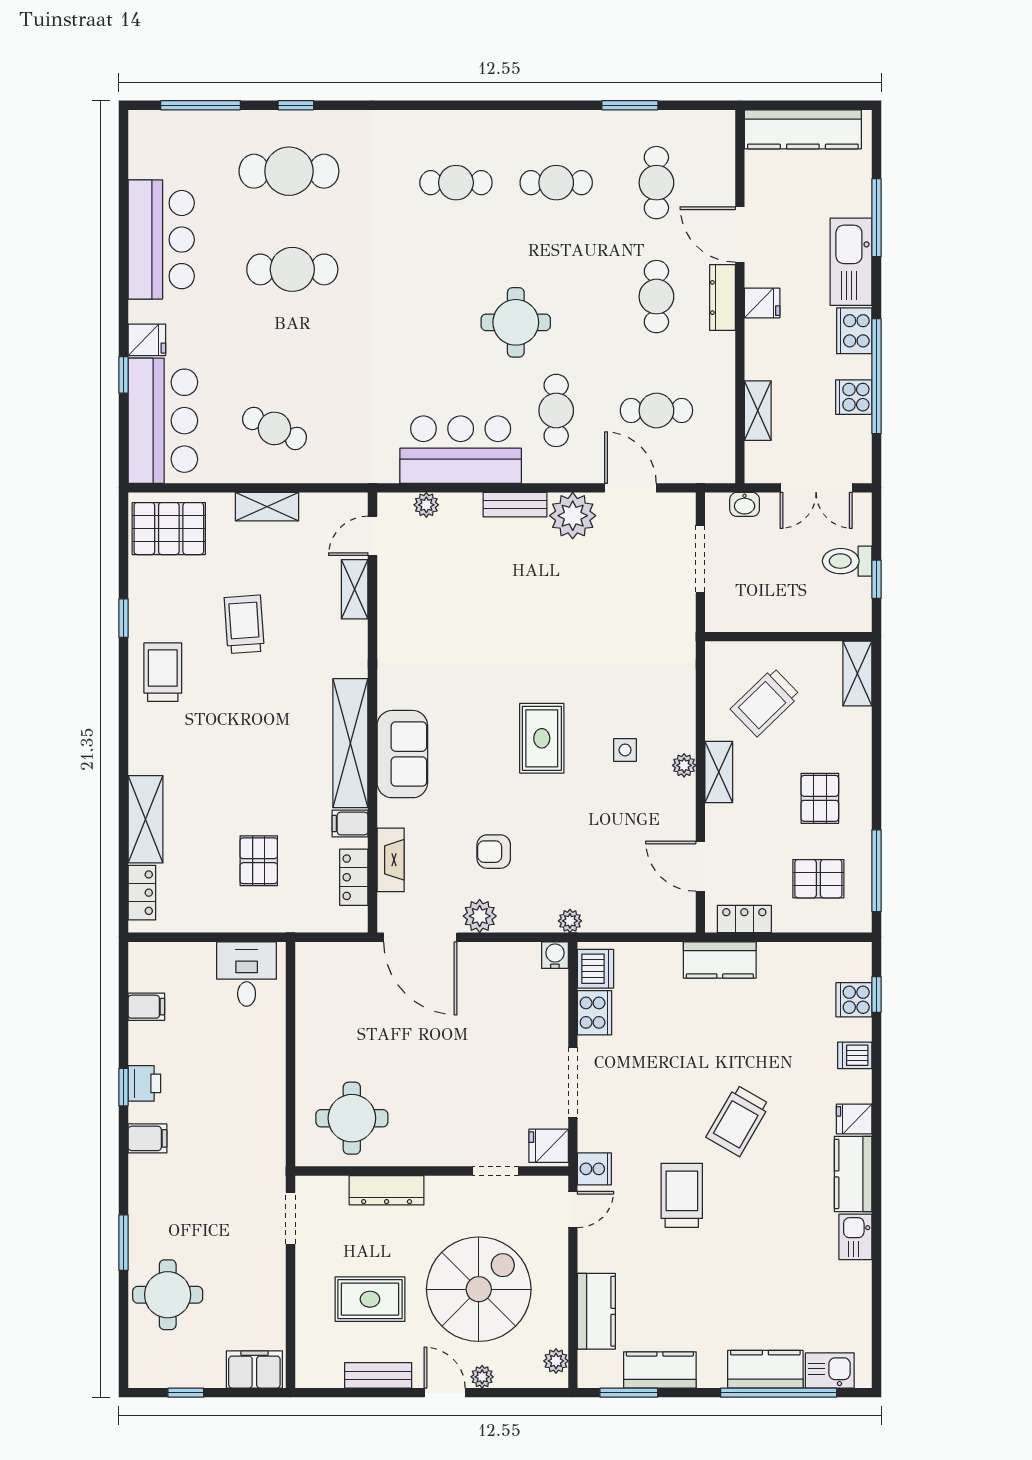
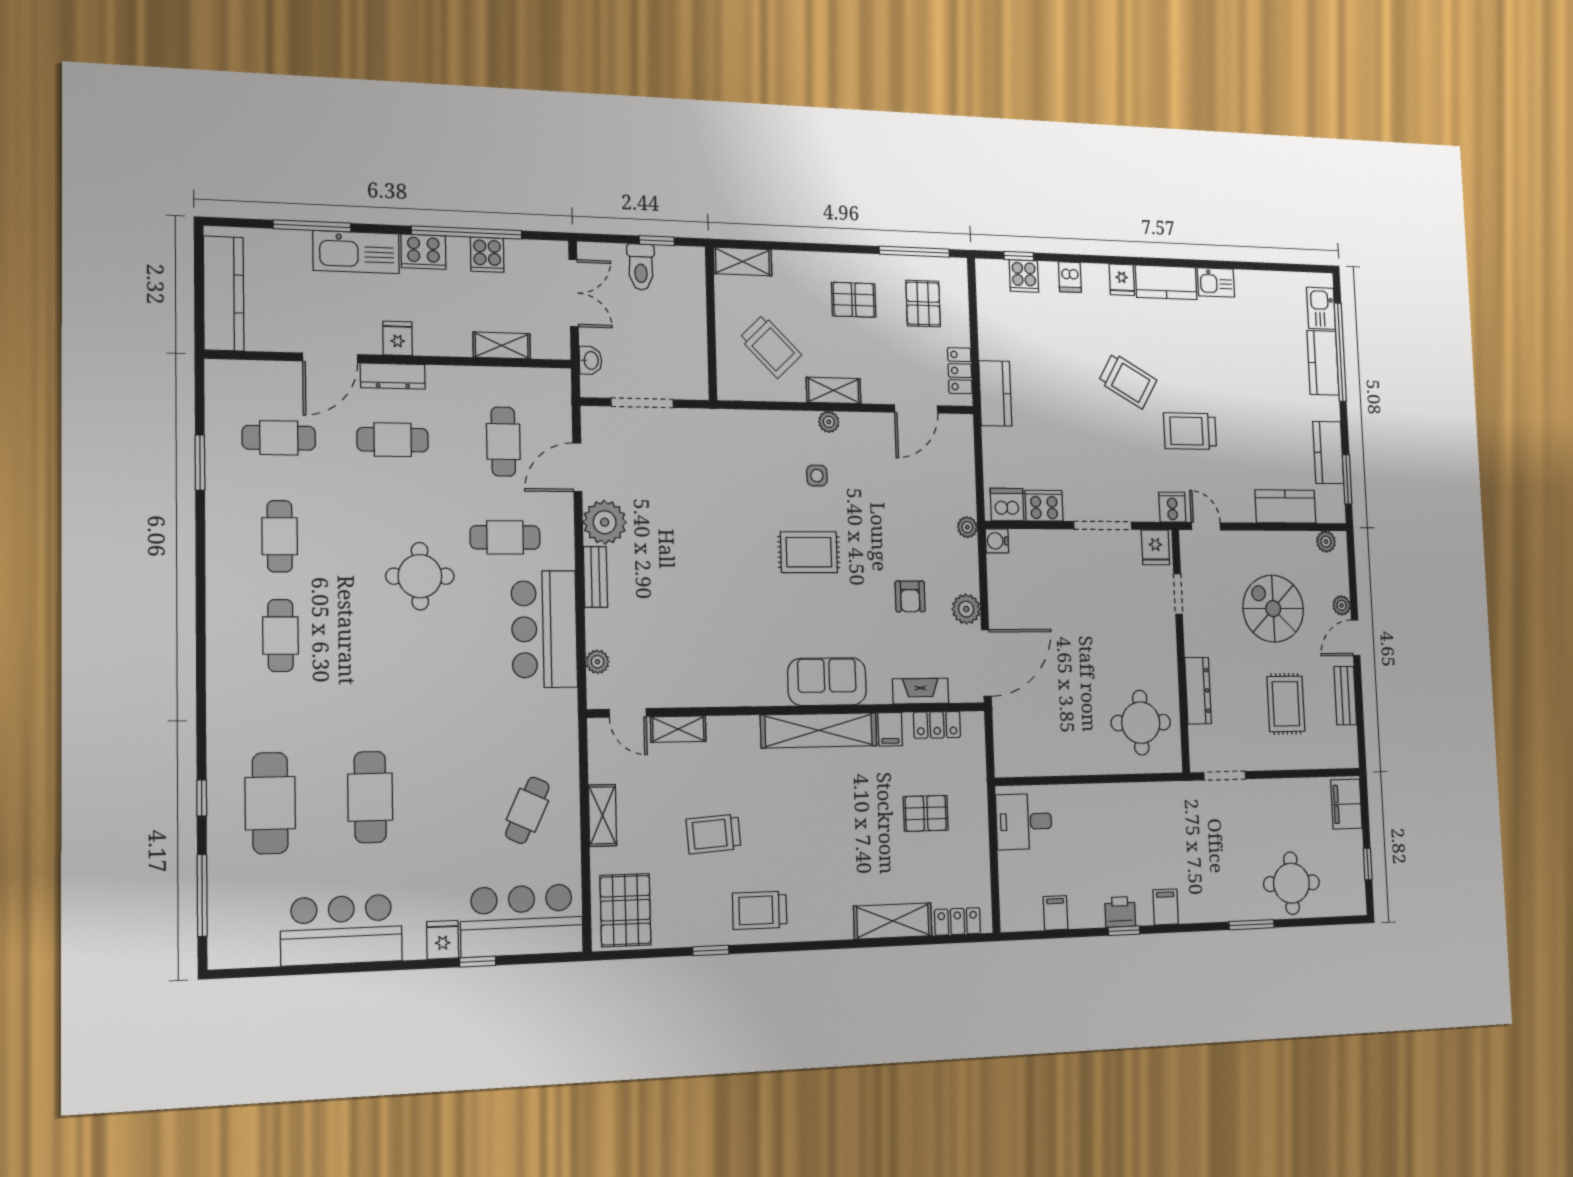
spiral stairs: (479, 1289) -> (1273, 609), width x0.73, depth x0.73

